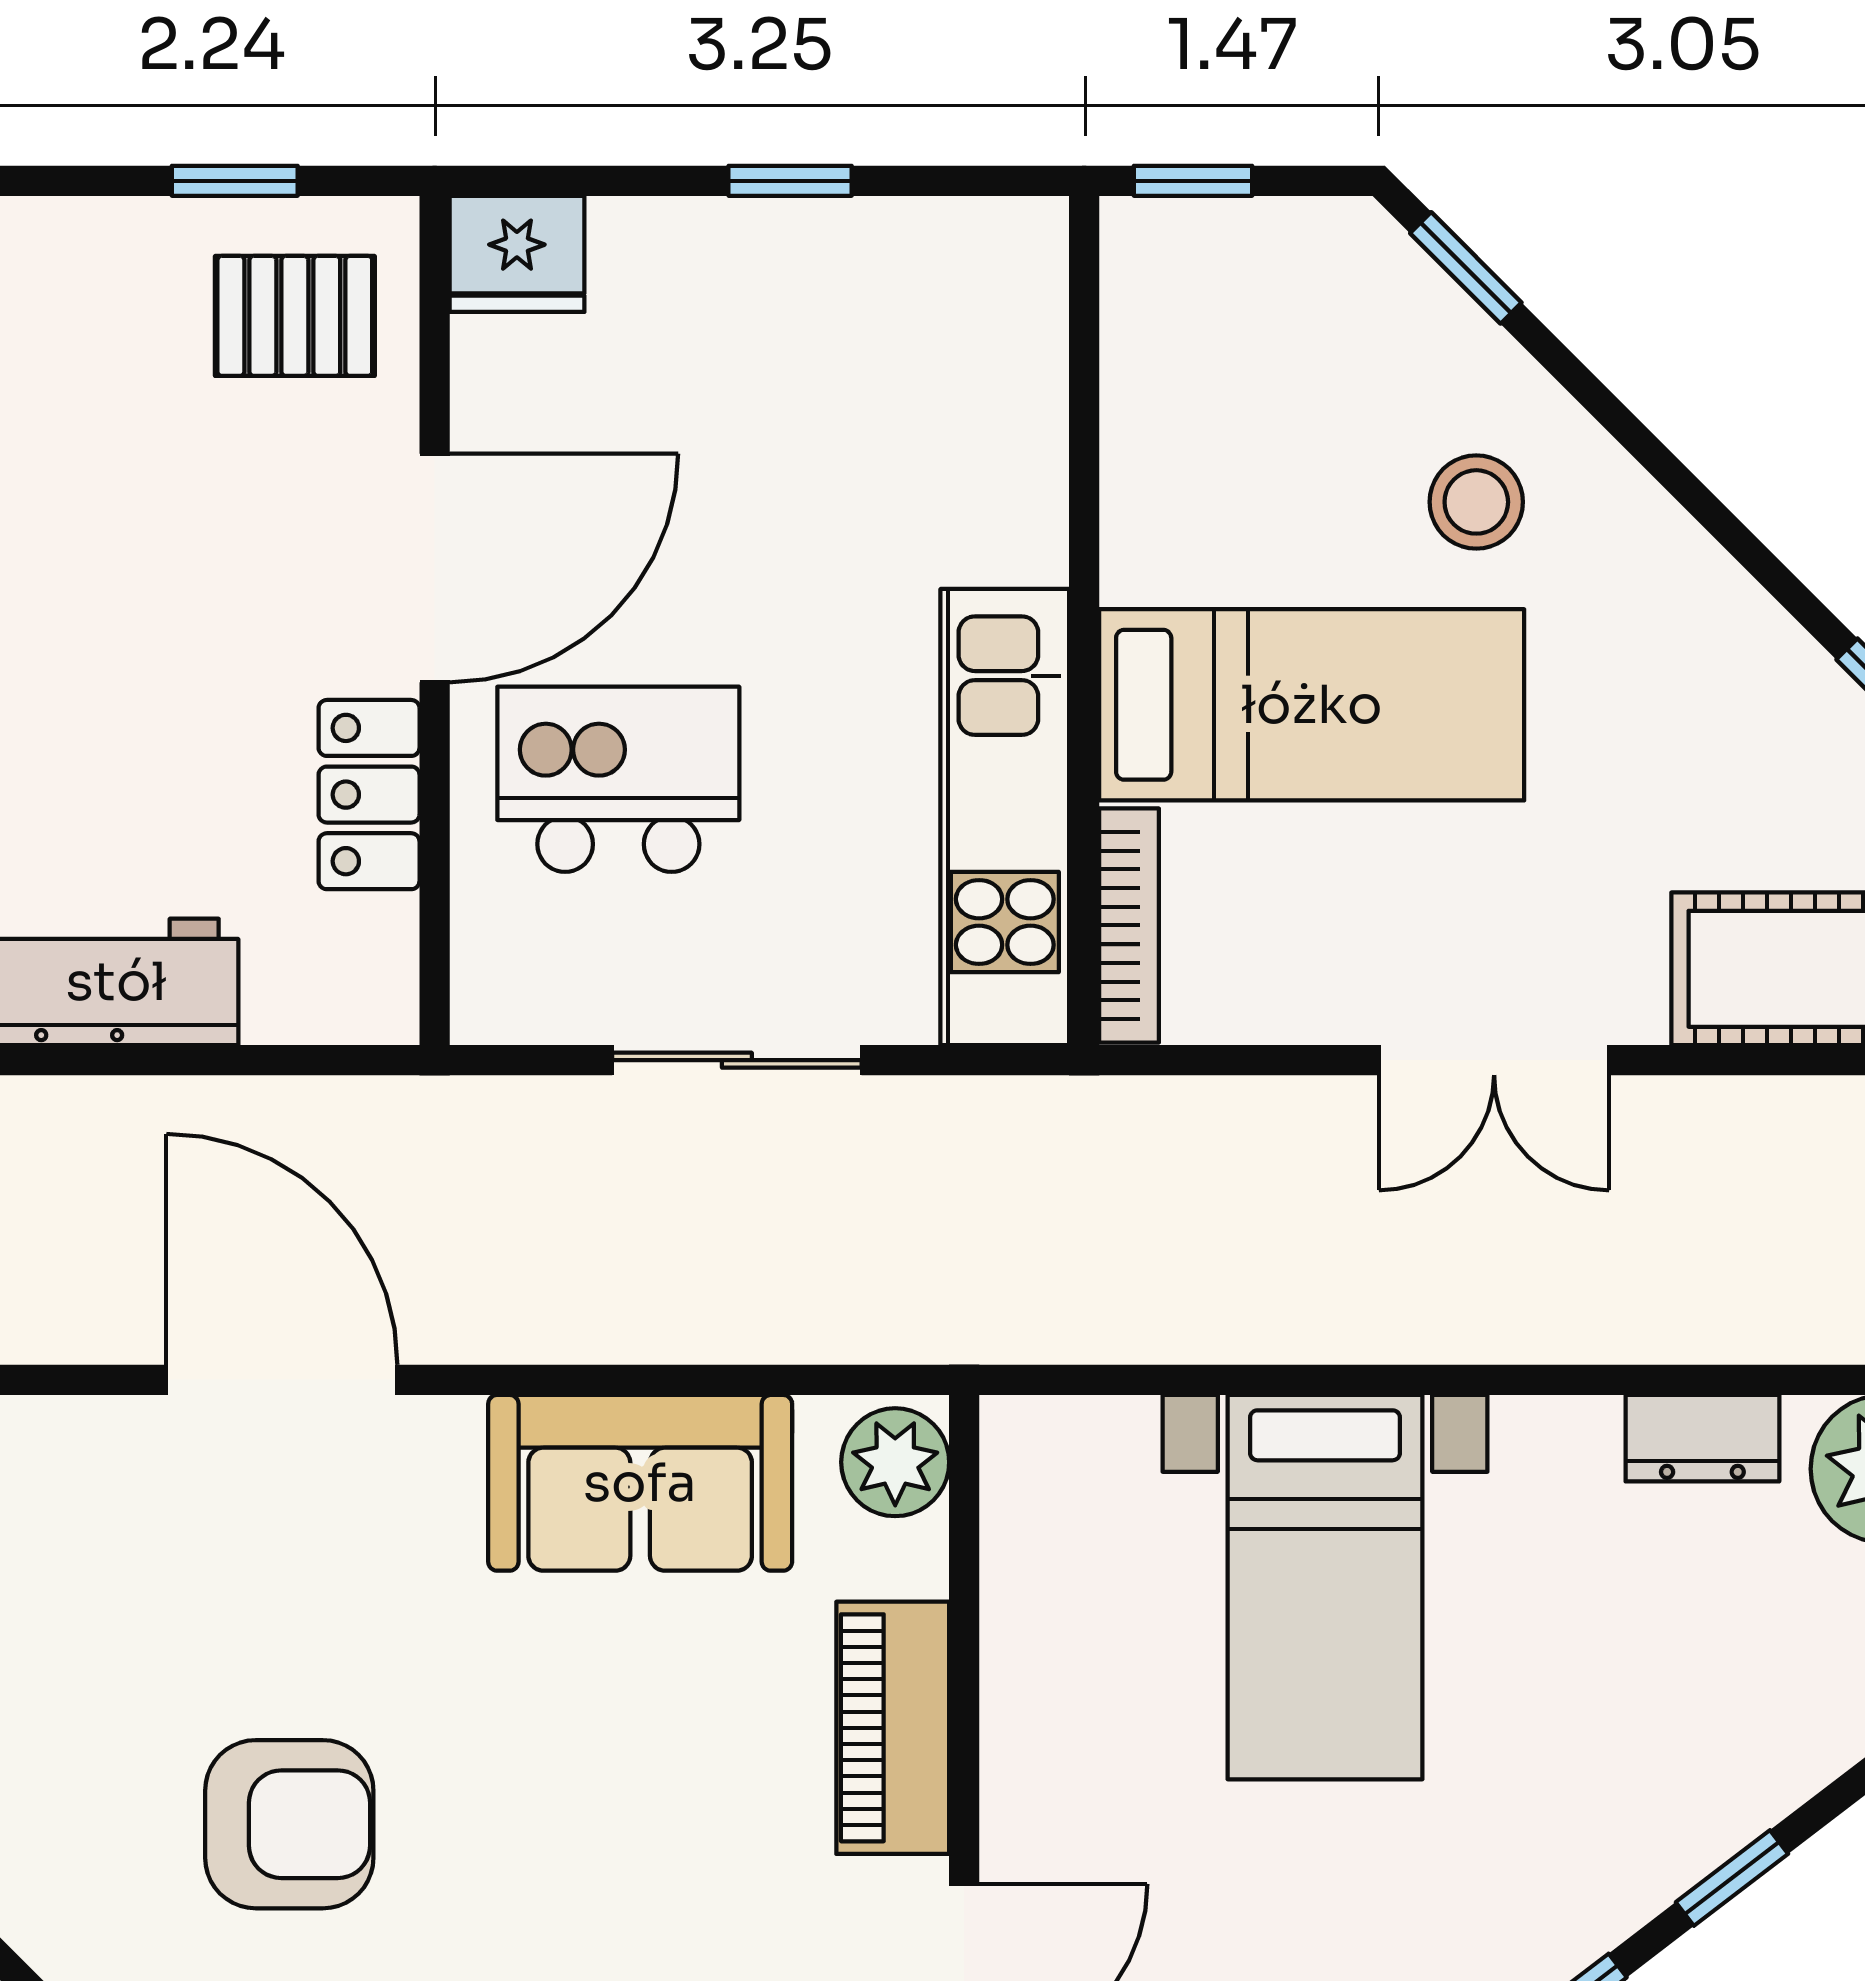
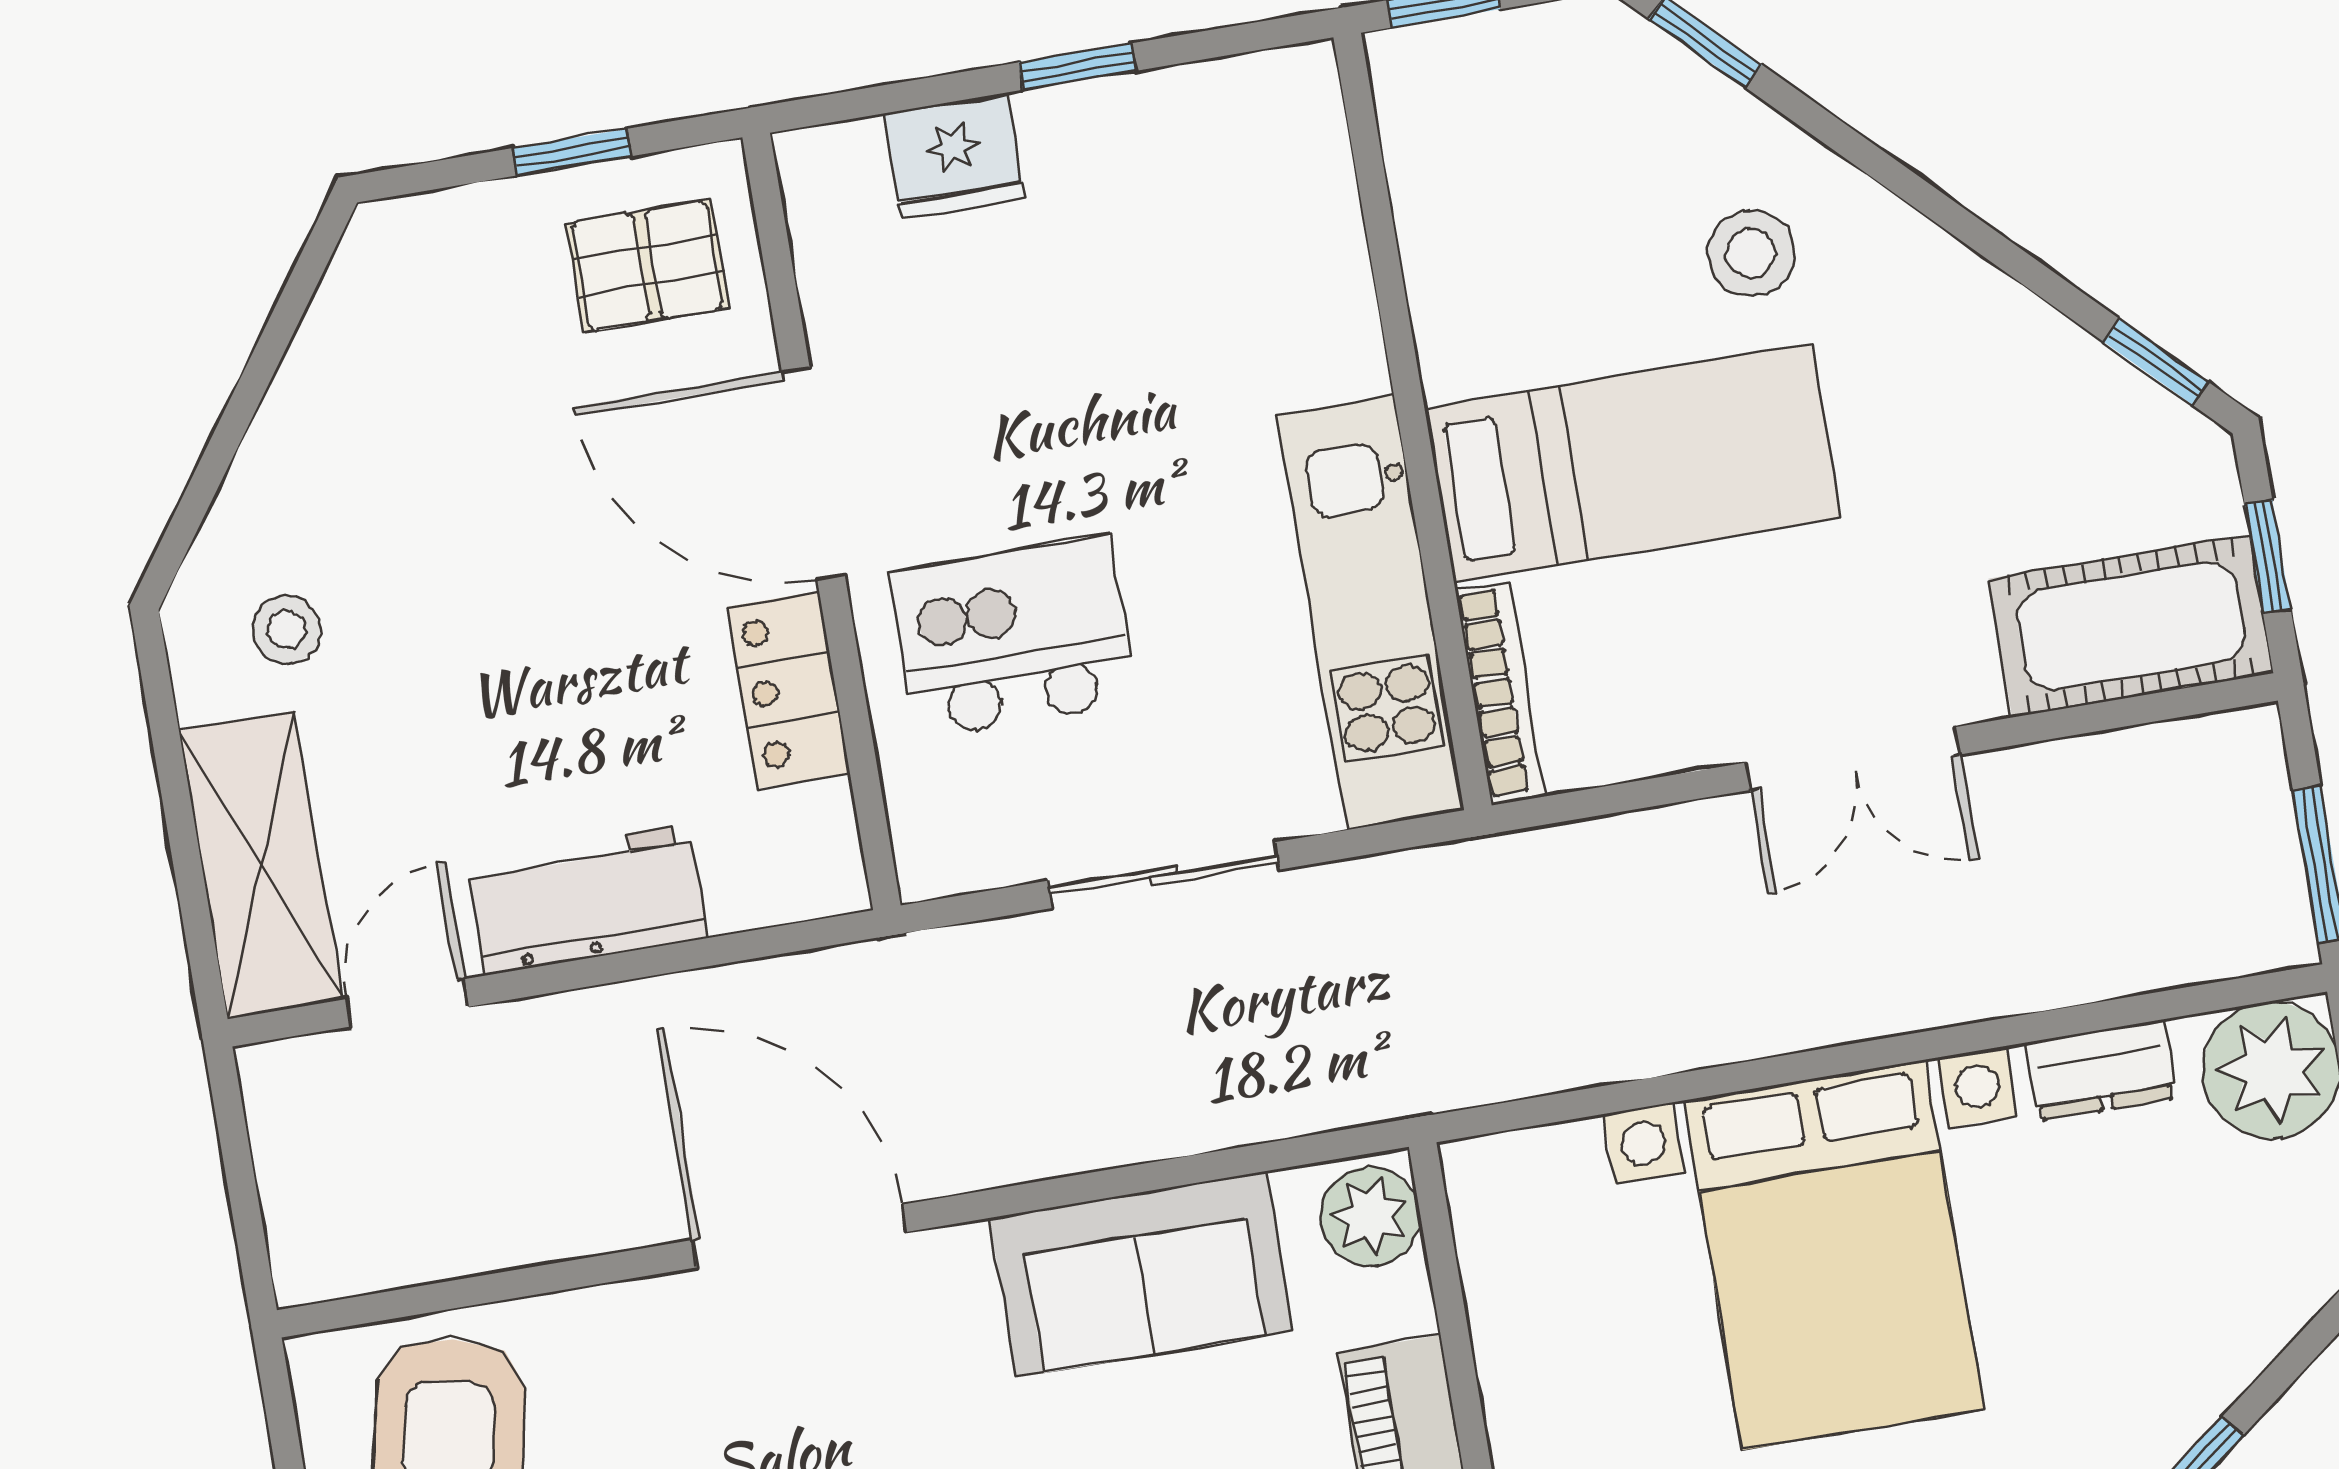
fridge: (517, 254) -> (955, 156), moved
door: (435, 568) -> (813, 474), swing flipped
bed with nightstands: (1325, 1587) -> (1834, 1255), width x1.36

